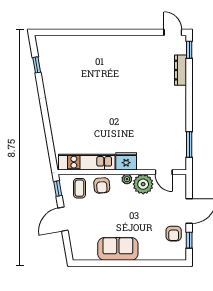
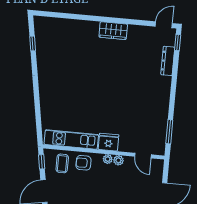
door: (173, 32) -> (164, 25), hinge flipped
wardrobe: (120, 43) -> (113, 31), added
plant: (143, 184) -> (118, 160), width x0.53, depth x0.53
armchair: (102, 185) -> (83, 163), turned 94

